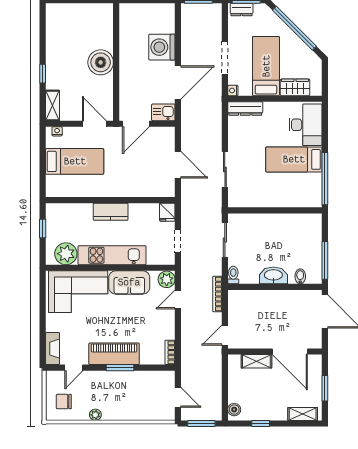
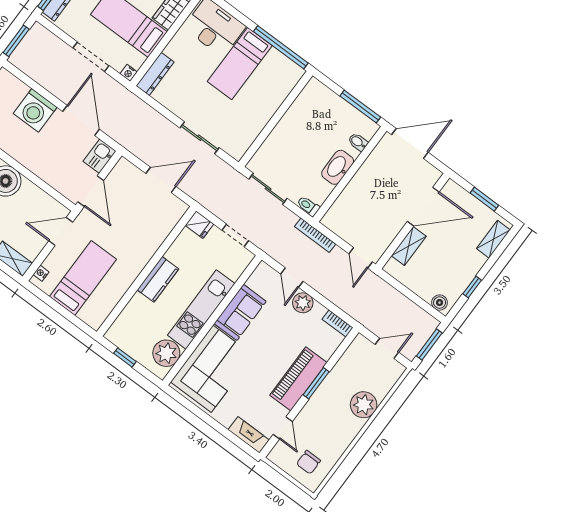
plant: (167, 279) -> (303, 303), moved
plant: (95, 415) -> (364, 405), moved, width x1.88, depth x1.88

